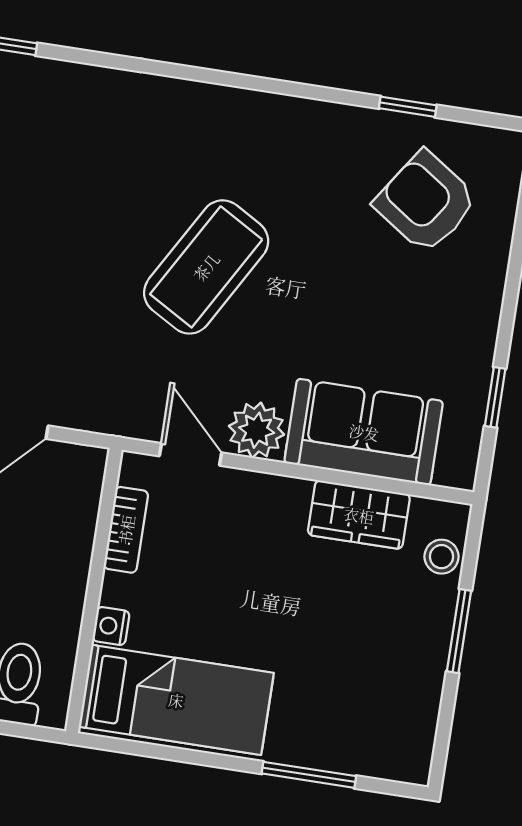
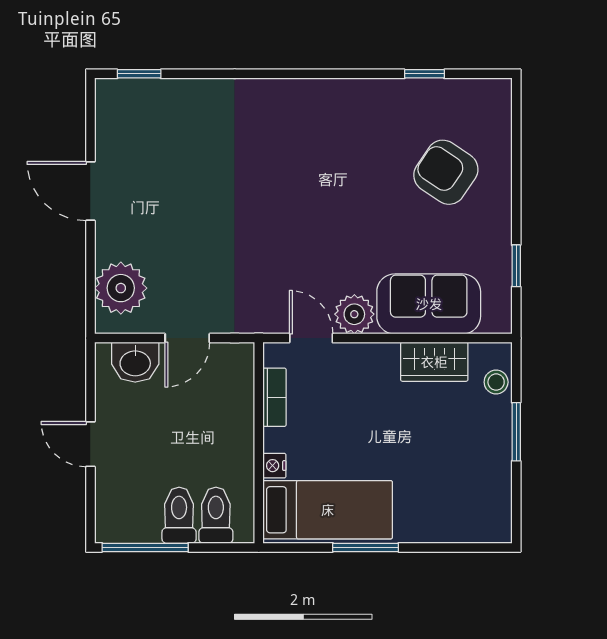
armchair: (426, 202) -> (446, 172), moved
coffee table: (206, 267) -> (302, 206), removed
window: (309, 775) -> (366, 547), moved

